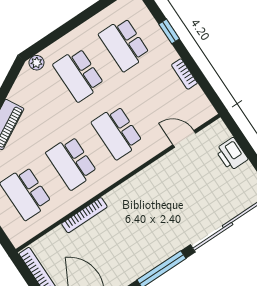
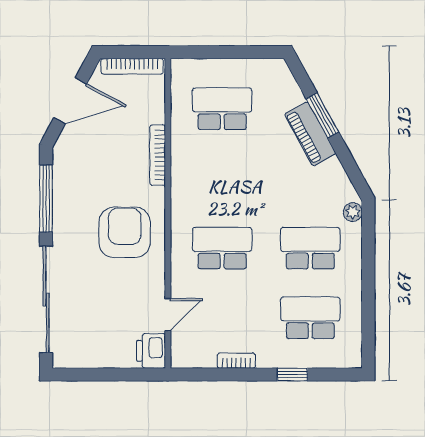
printer: (232, 154) -> (151, 351), moved, turned -90
school desk: (72, 163) -> (222, 178), removed
armchair: (149, 203) -> (125, 232), added

